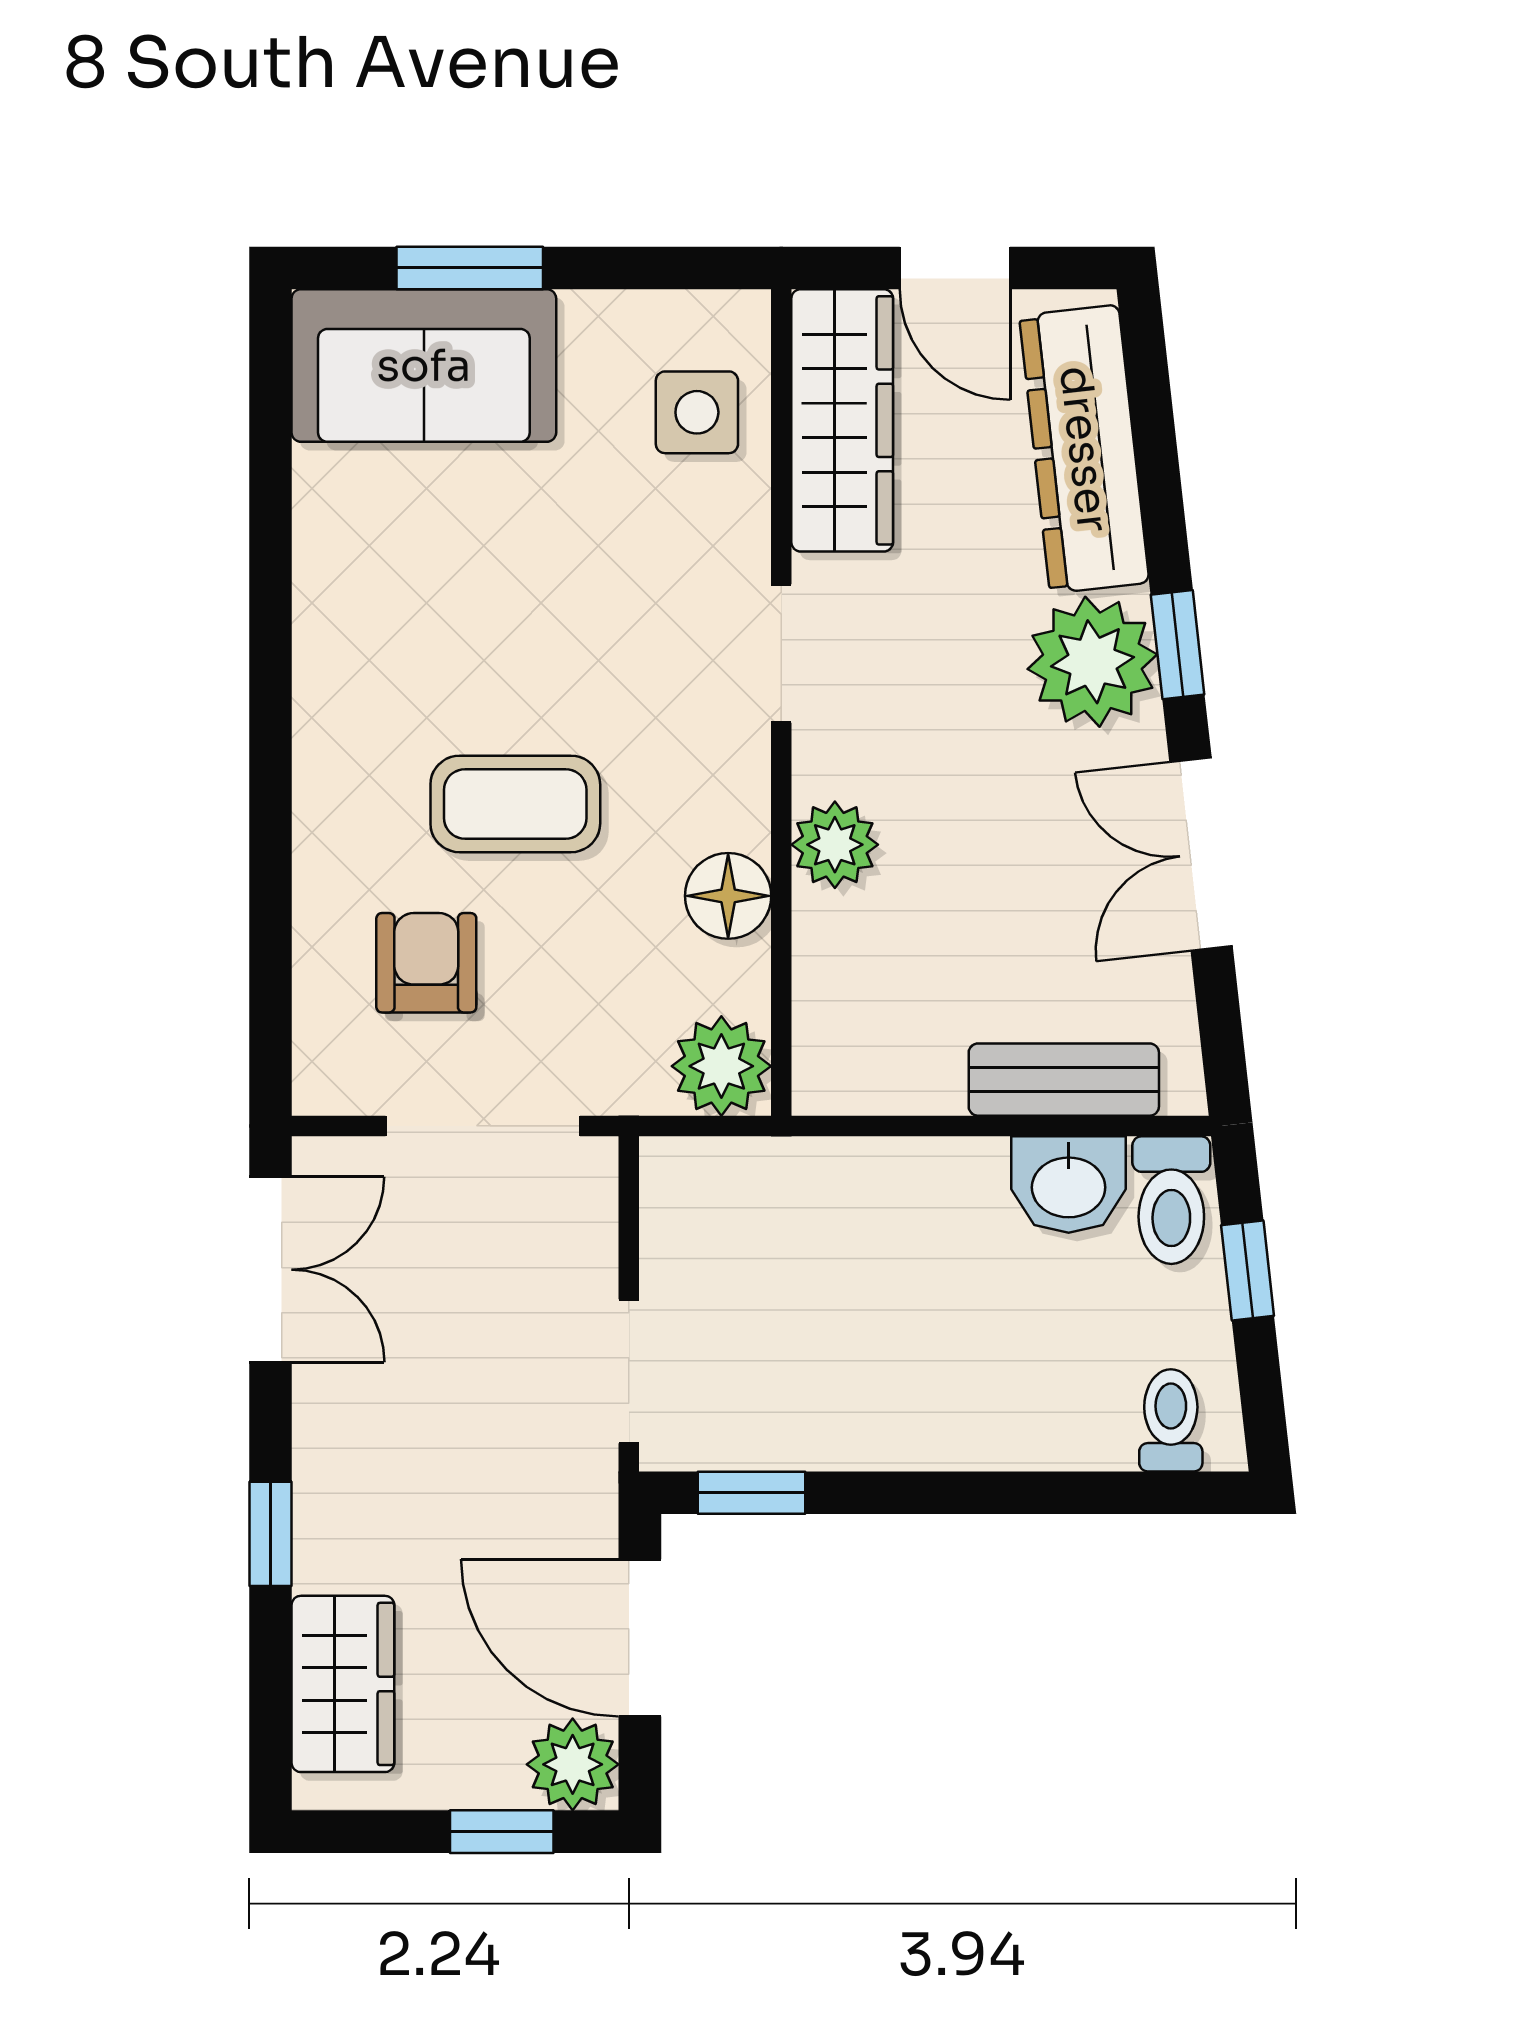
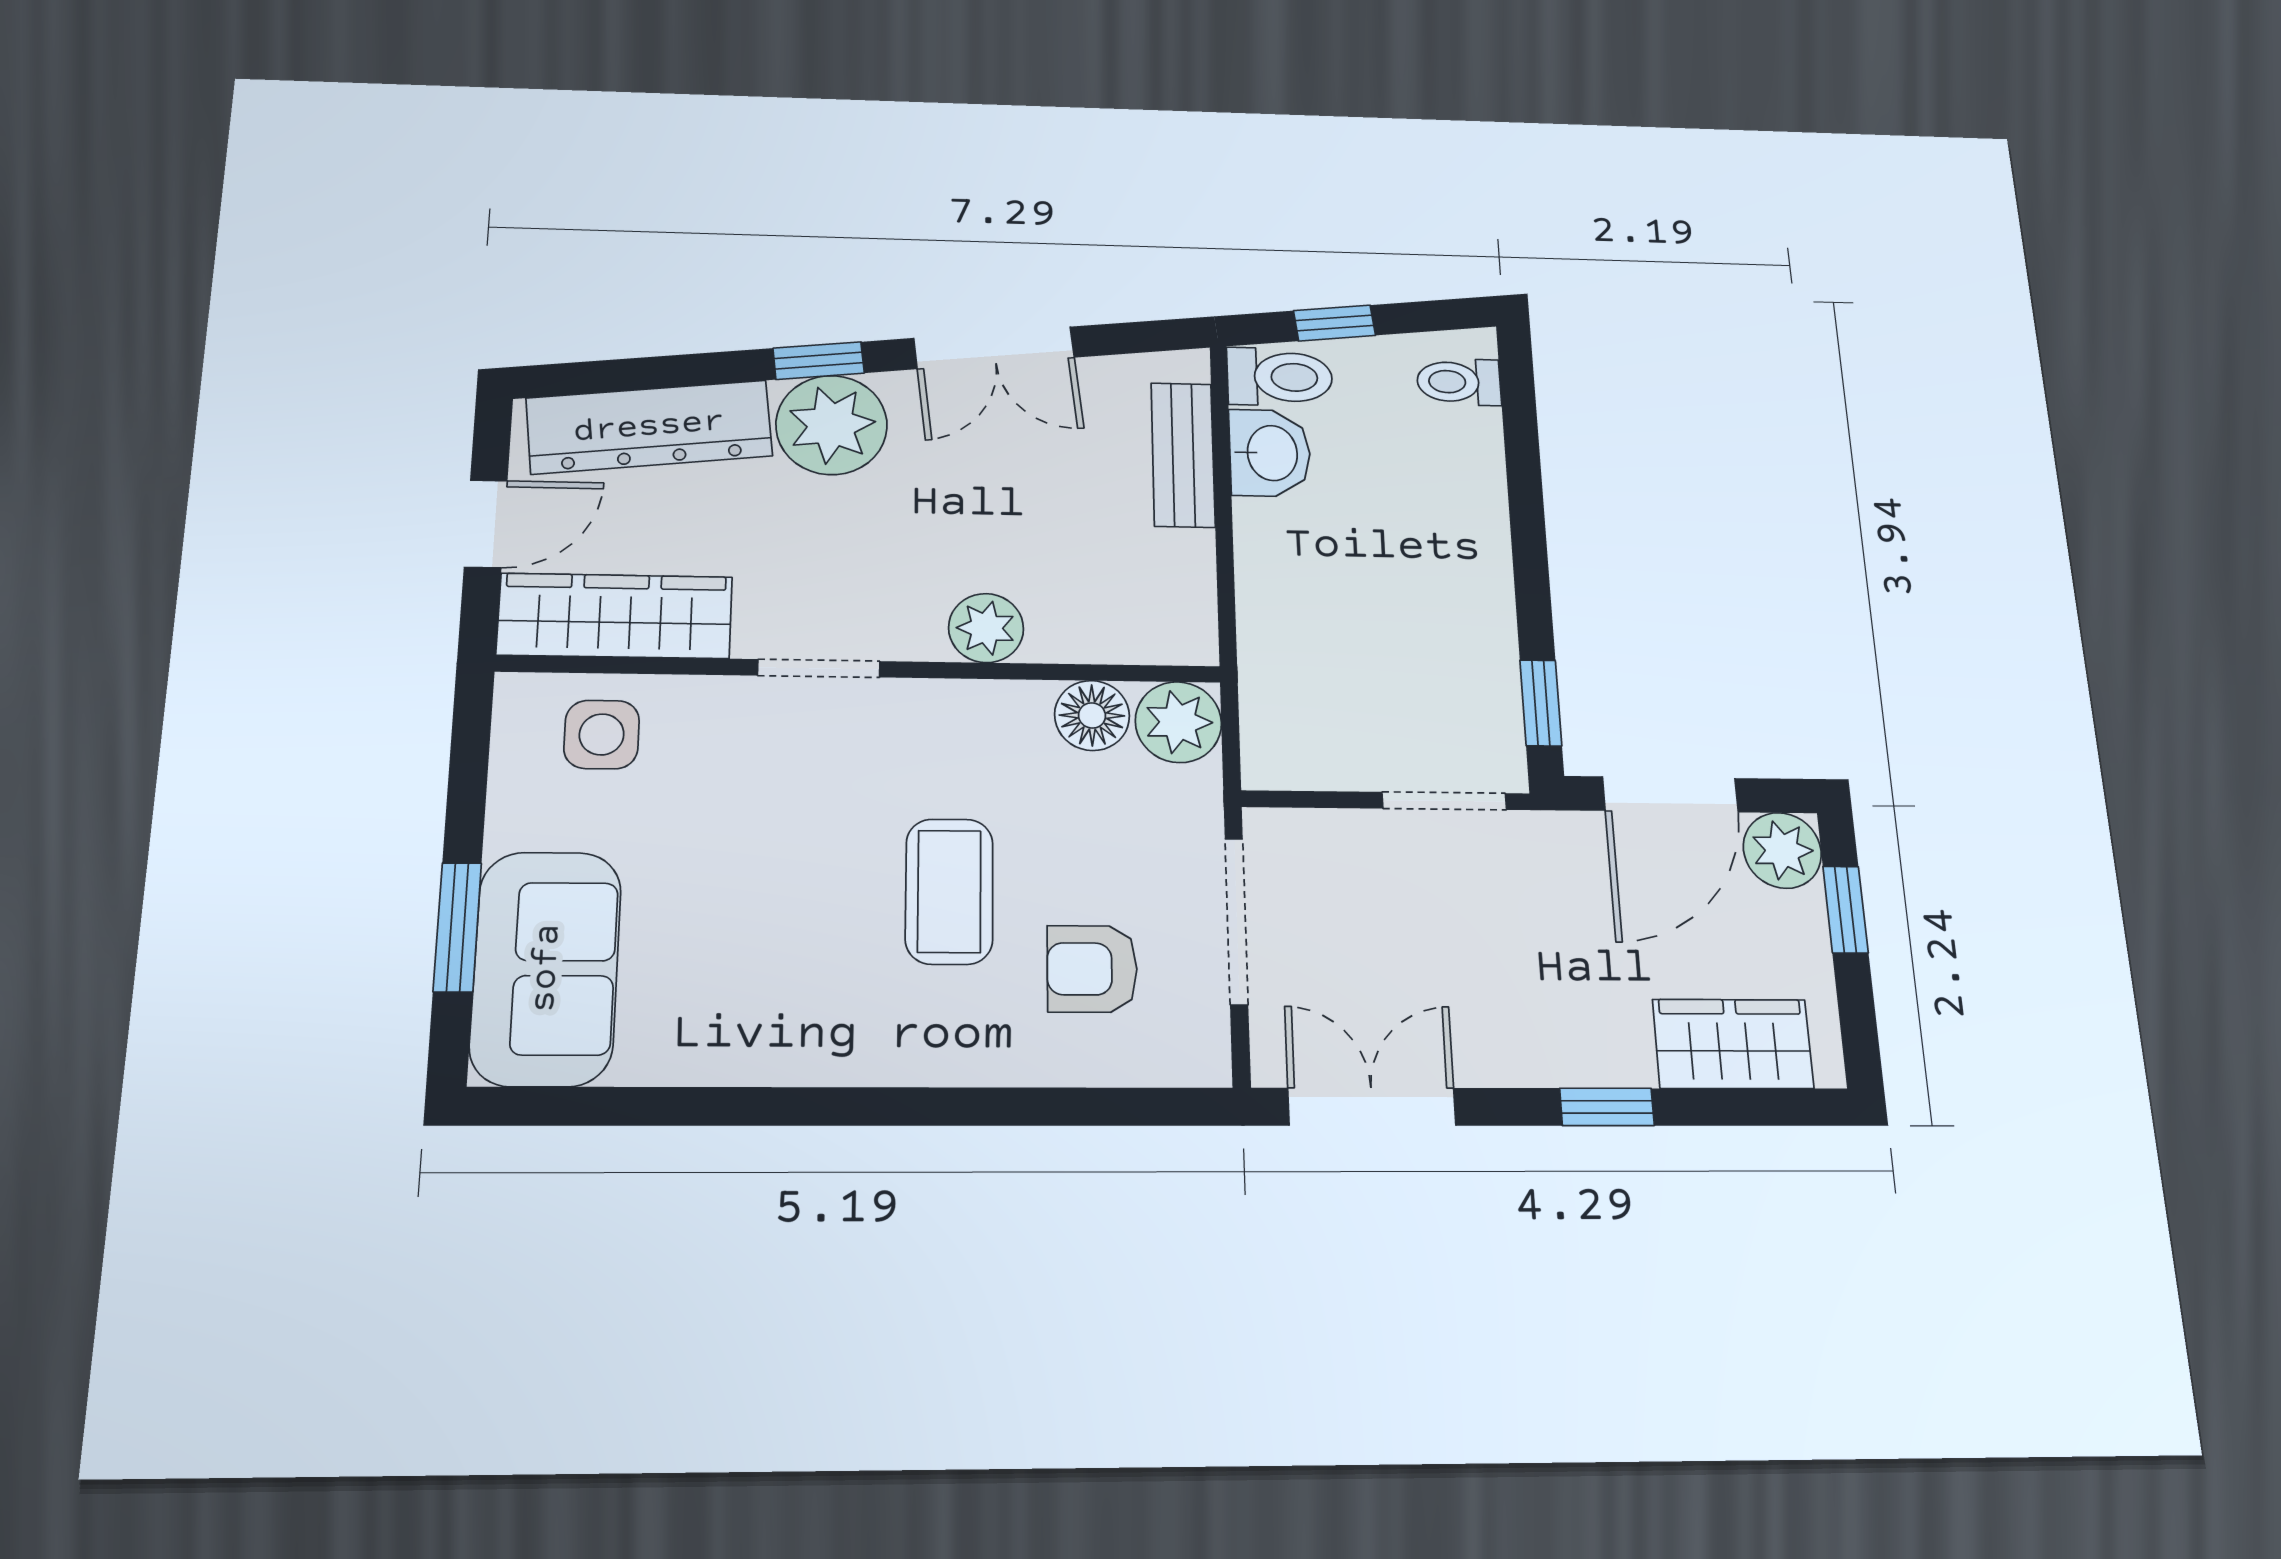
floor lamp: (728, 896) -> (1092, 715), moved

